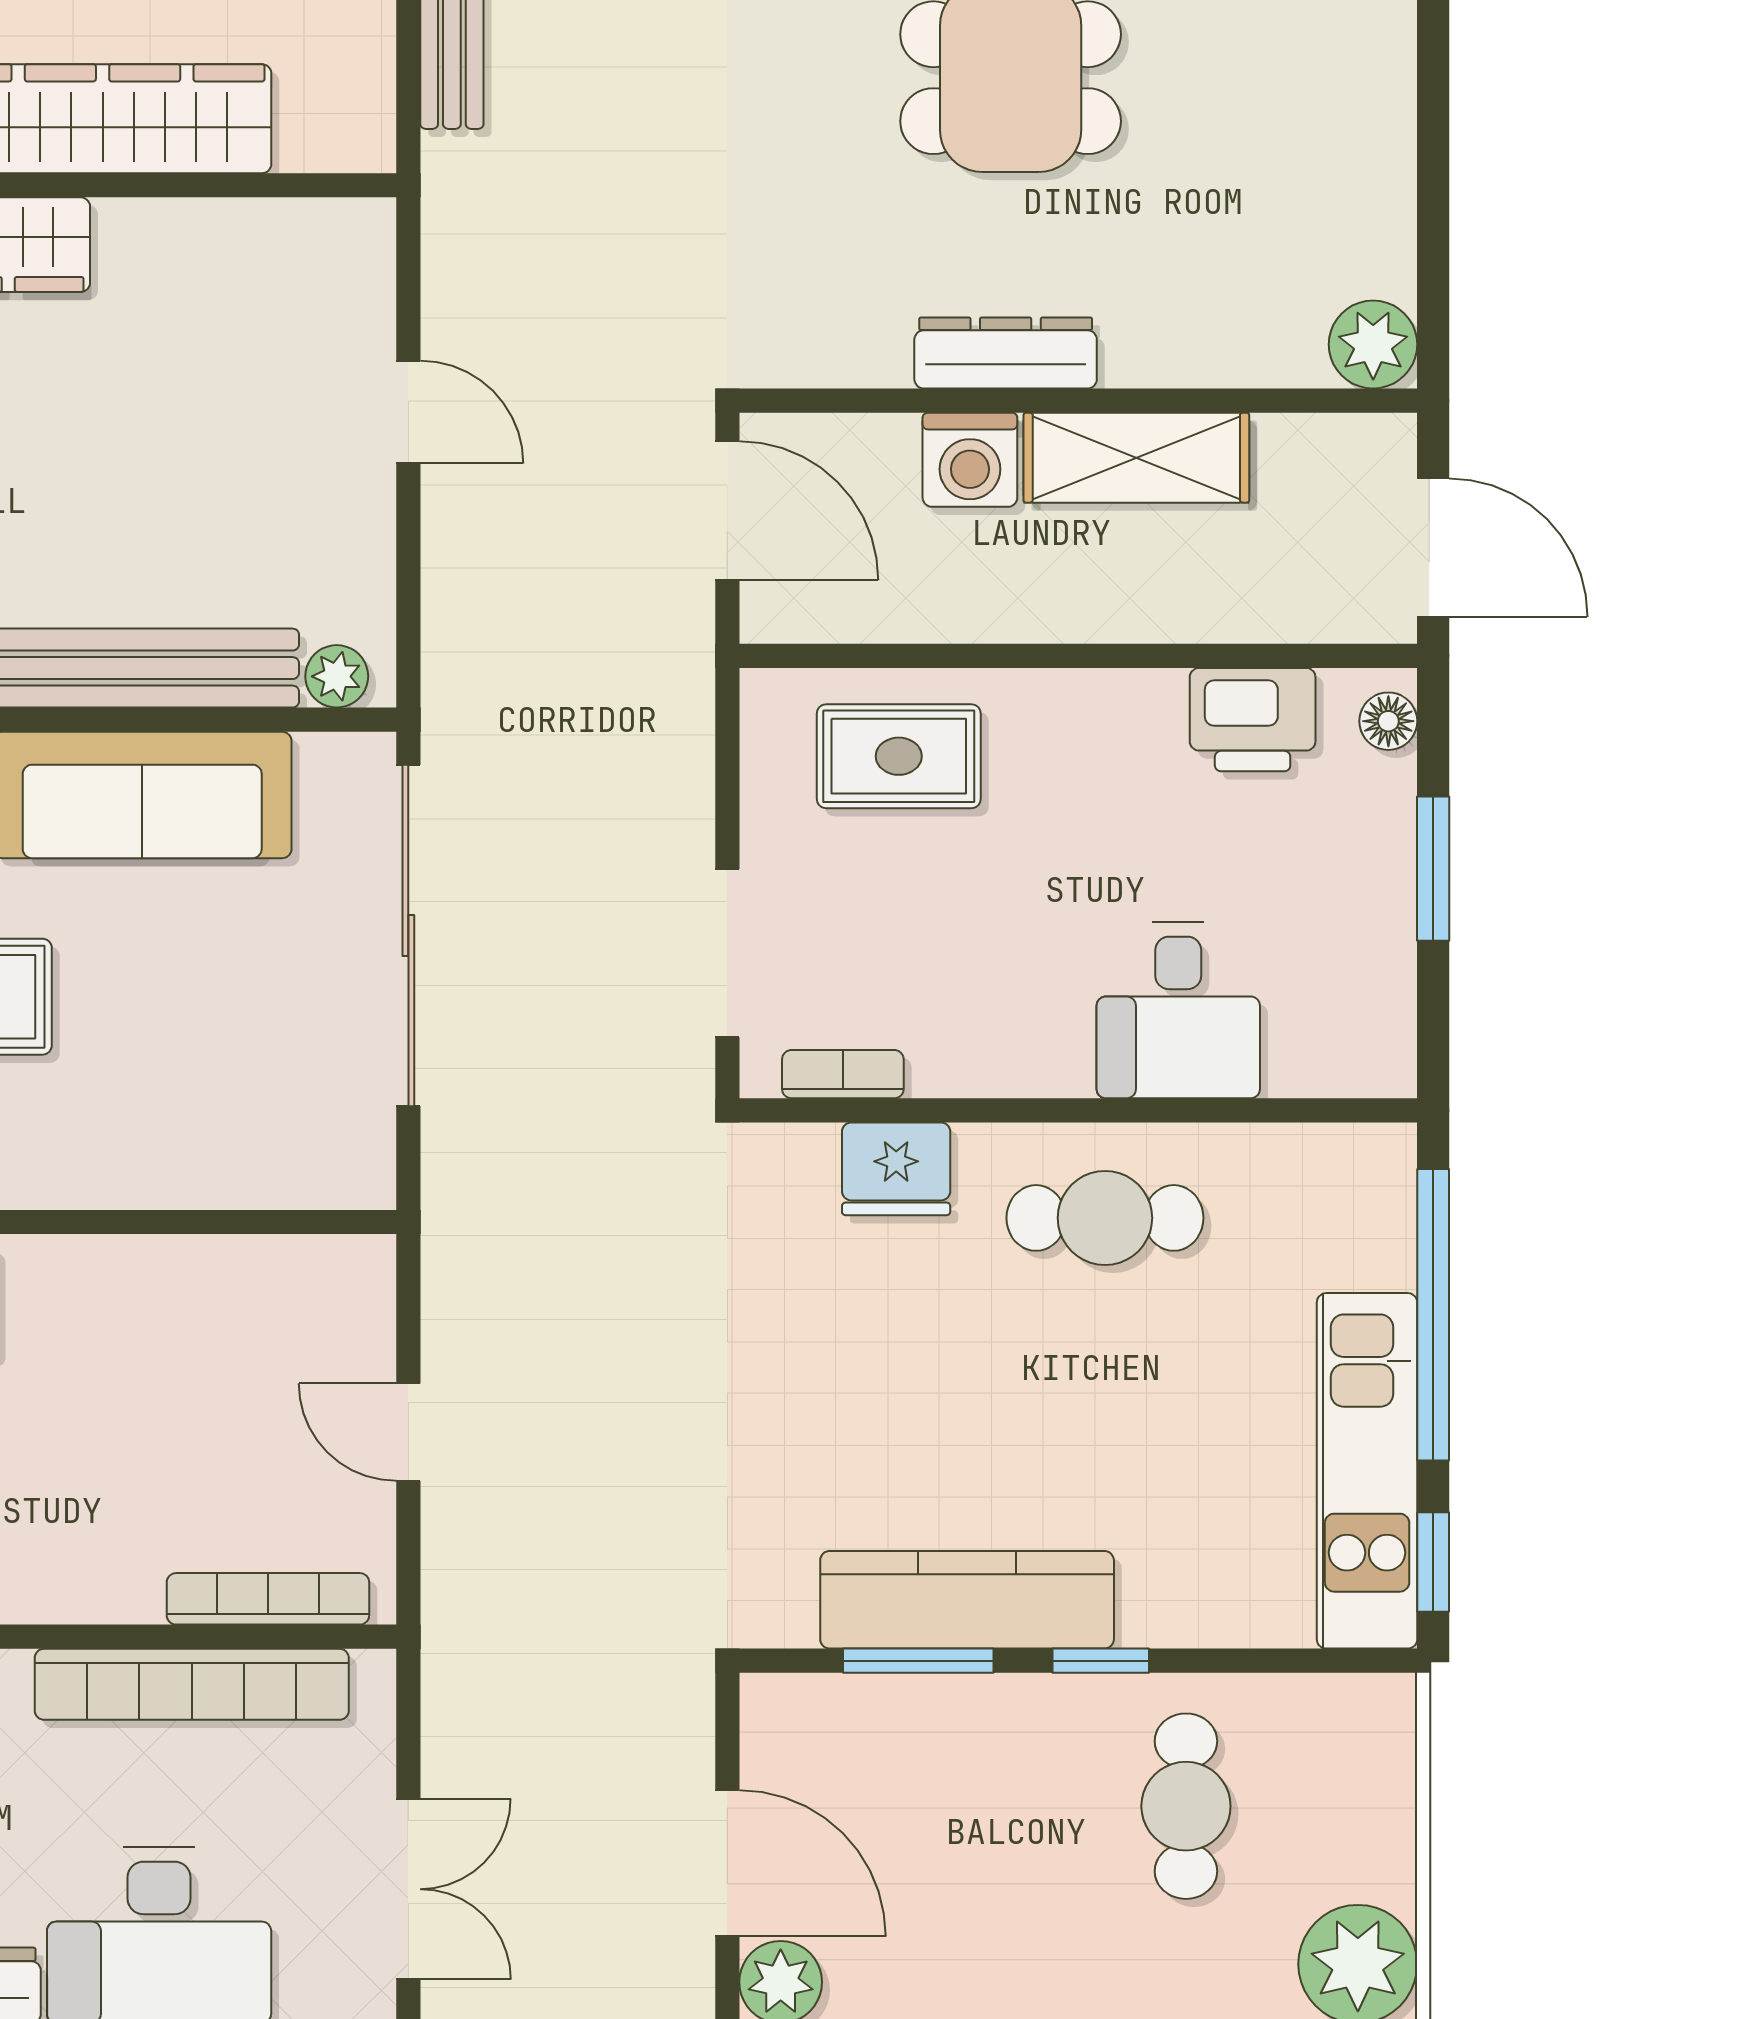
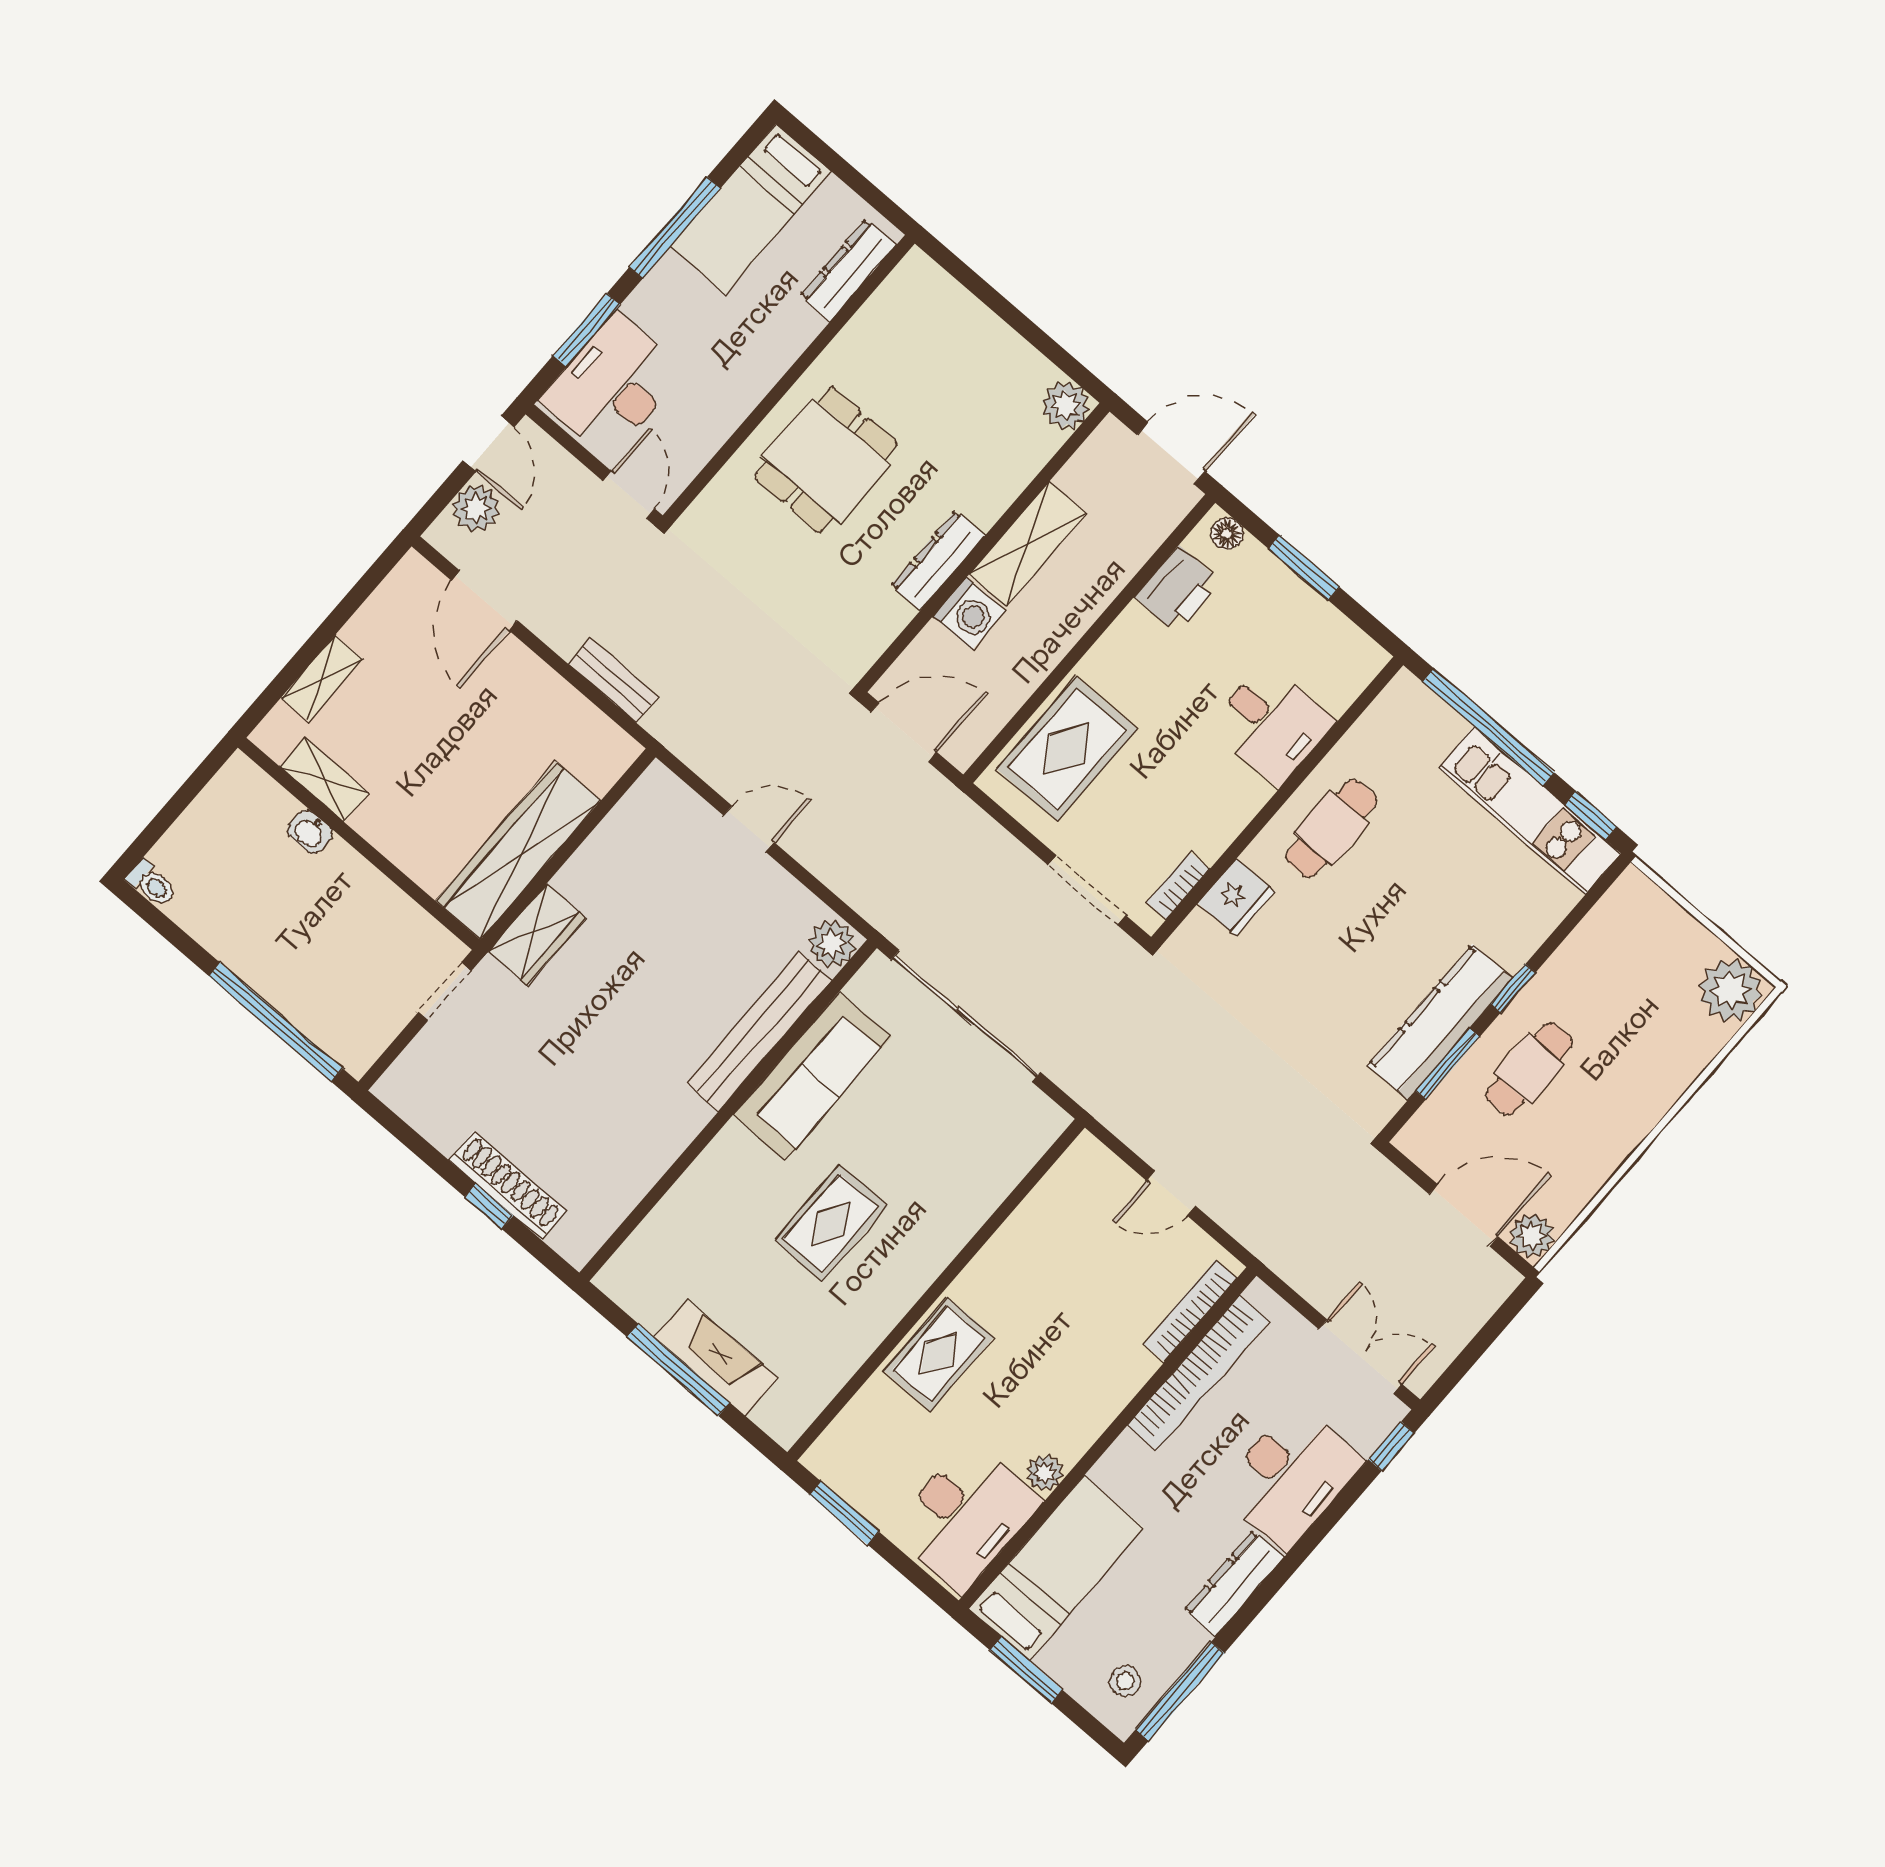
plant: (337, 676) -> (832, 944), width x1.38, depth x1.38
rug: (899, 756) -> (1067, 749), width x1.36, depth x1.43
cafe table: (1186, 1806) -> (1529, 1069), moved, turned 90

